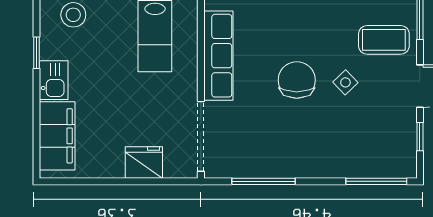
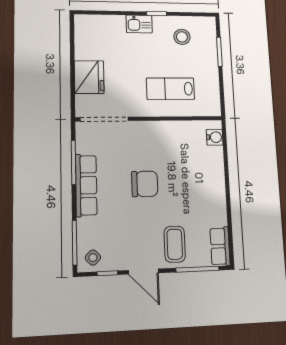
row of seats: (218, 56) -> (86, 185), moved, turned -90
side table: (345, 82) -> (93, 258), moved
filing cabinet: (57, 136) -> (102, 26), removed
fridge: (144, 163) -> (89, 77), width x1.36, depth x1.34

